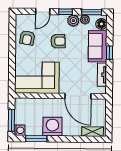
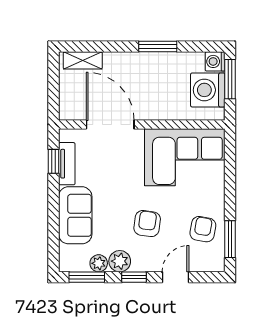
floor lamp: (101, 24) -> (69, 256), removed
window: (12, 32) -> (230, 239), added
armchair: (58, 41) -> (147, 224), turned 100
window: (110, 53) -> (53, 161), moved
washing machine: (52, 127) -> (208, 90), moved, turned 90
window: (36, 139) -> (158, 47), moved

